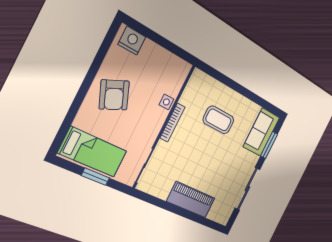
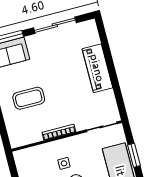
side table: (166, 102) -> (64, 163), moved
coffee table: (218, 120) -> (29, 98), turned 90

